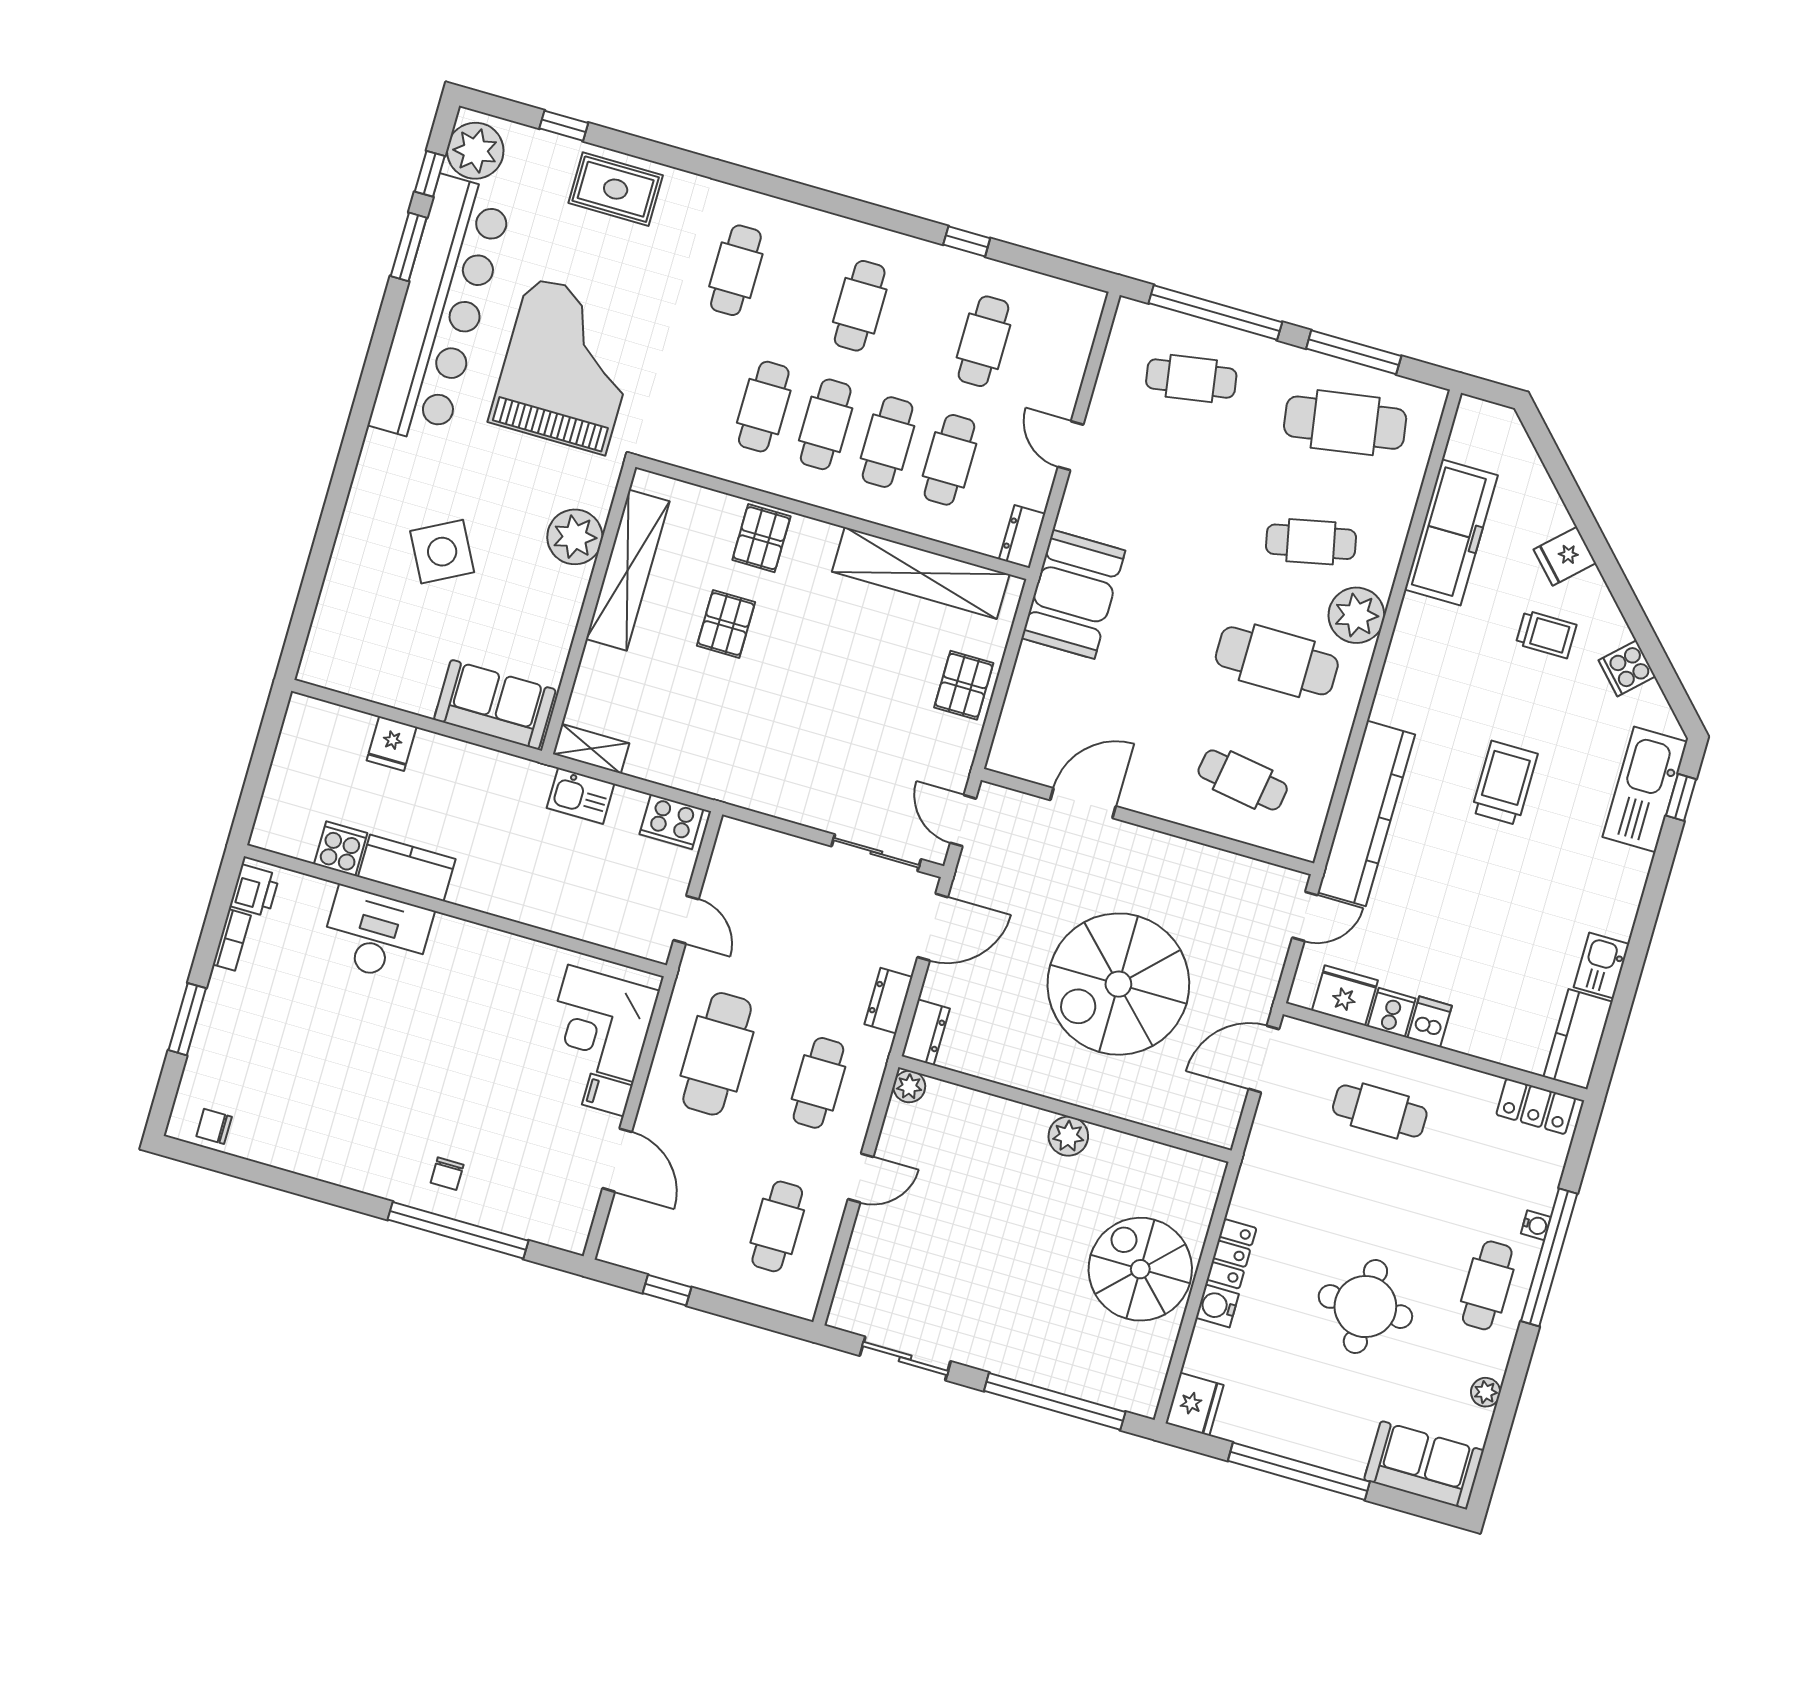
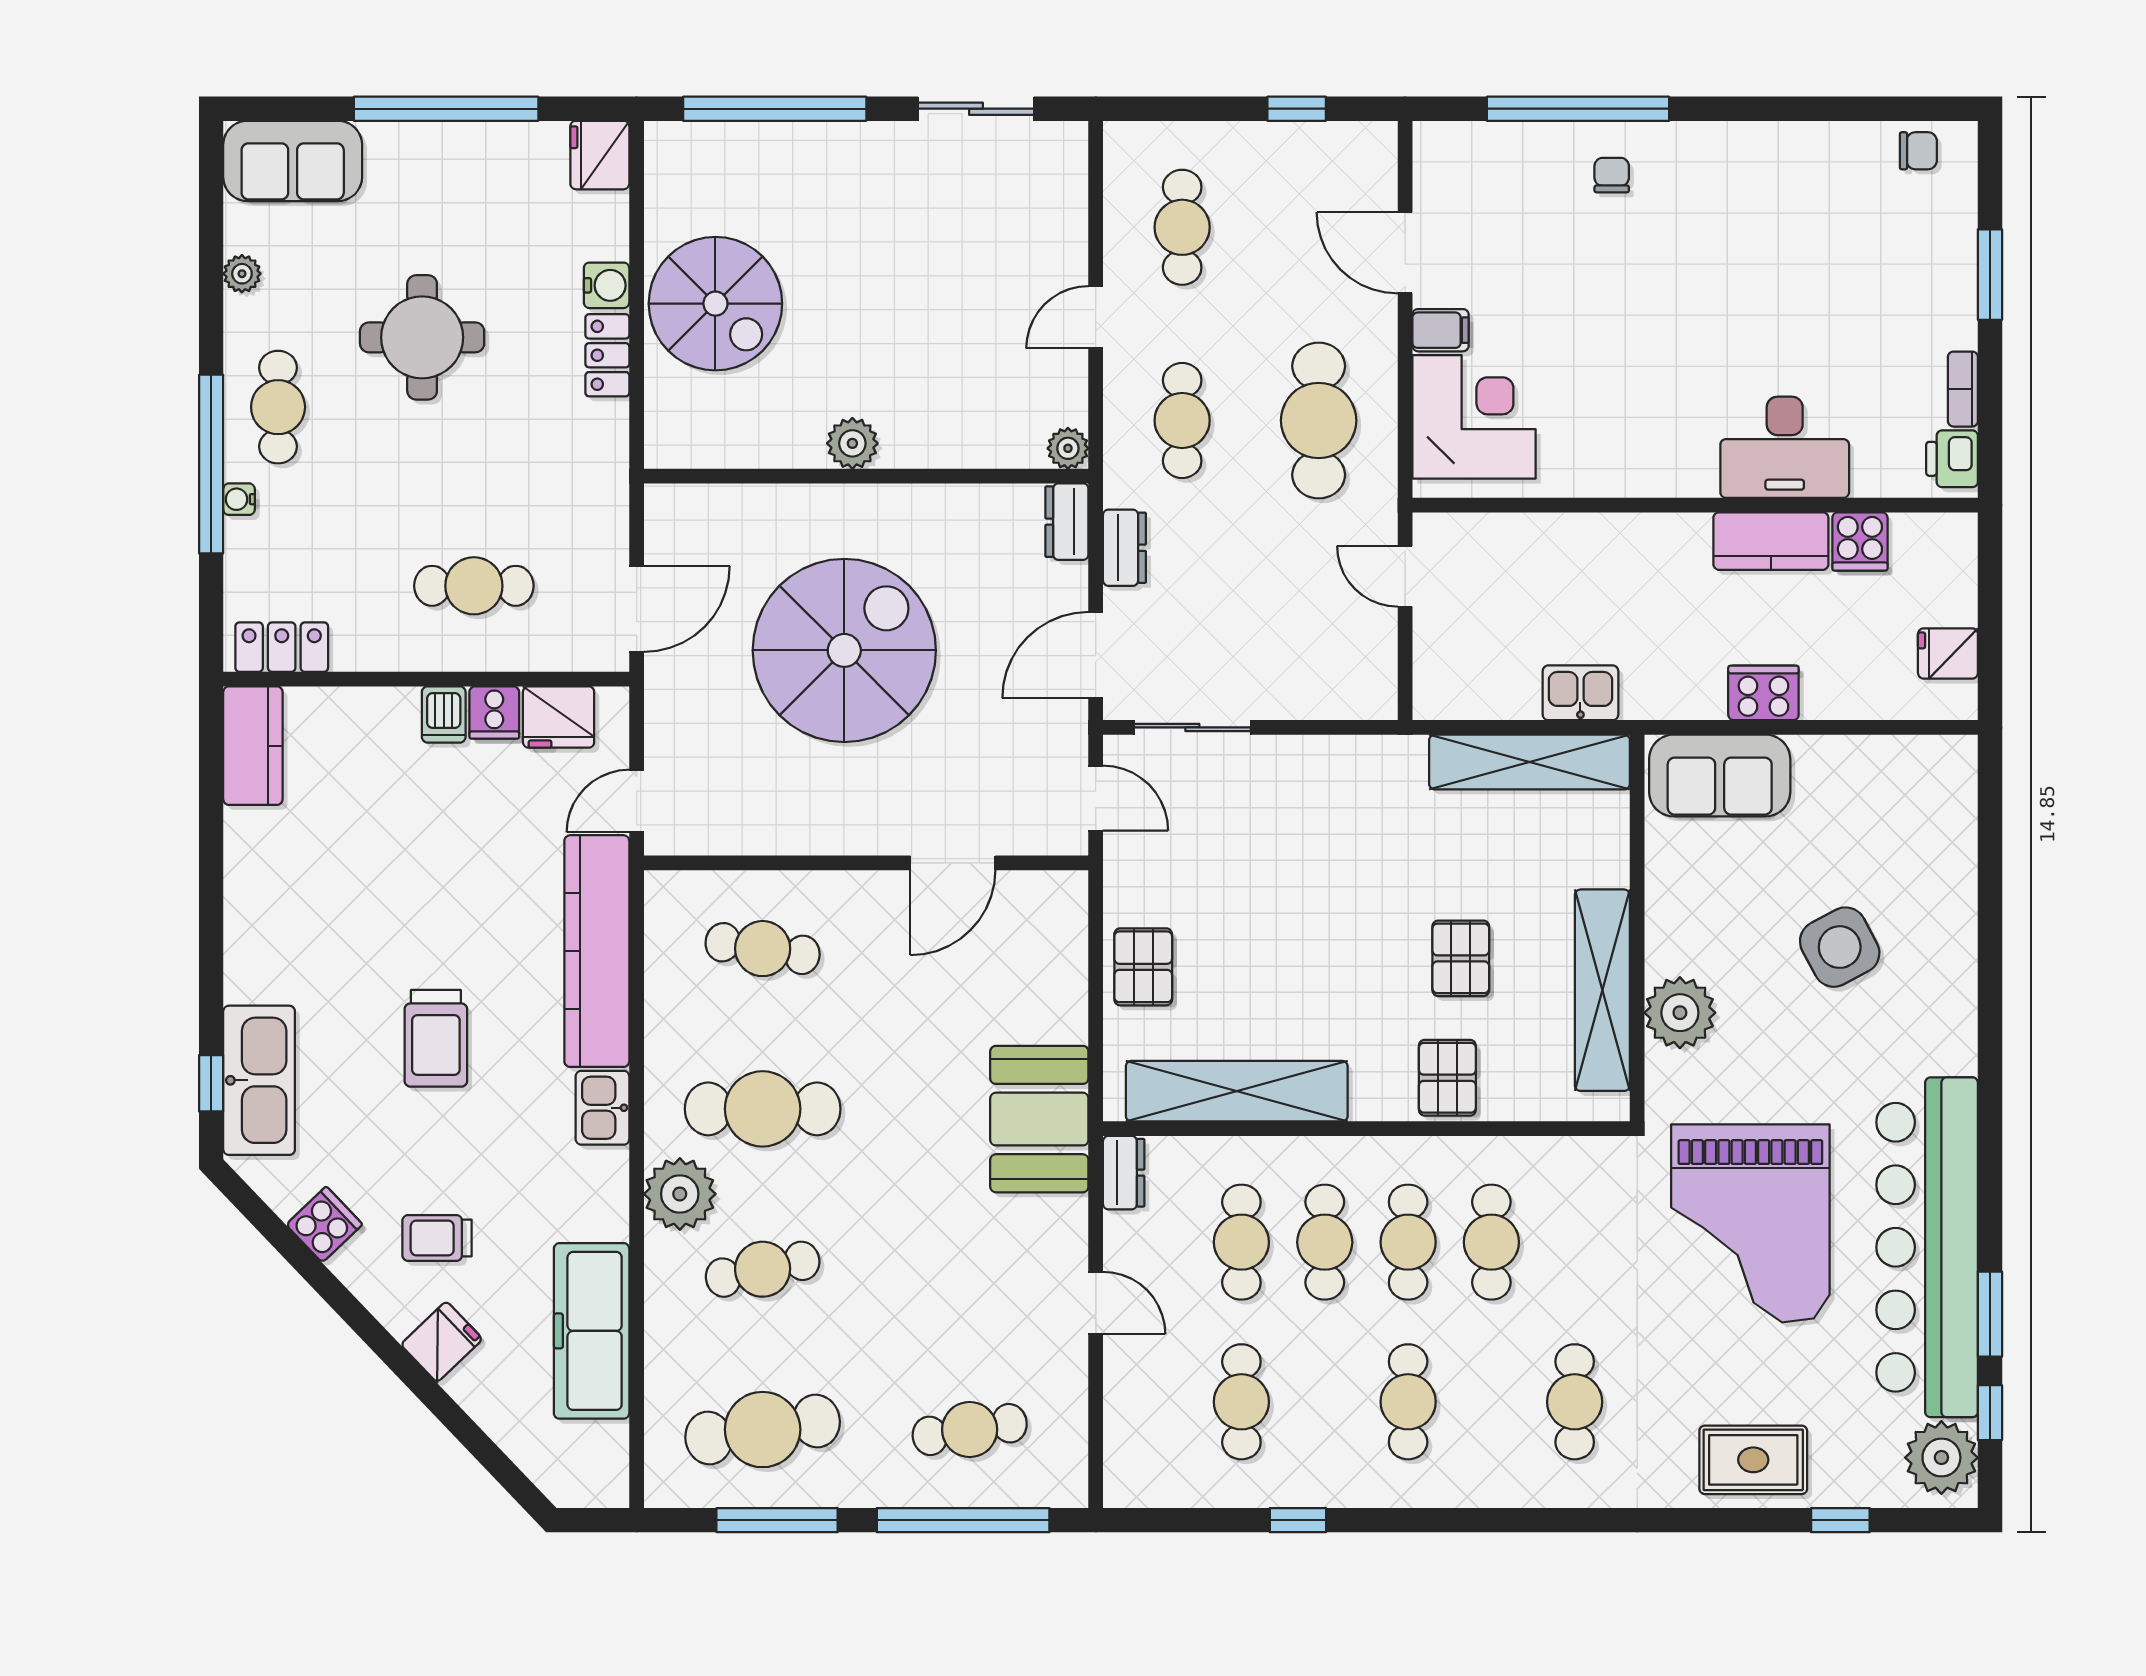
fridge: (392, 744) -> (1948, 653), moved, turned -90
shelving: (591, 749) -> (1530, 762), width x2.20, depth x1.33
cooker: (671, 822) -> (1763, 693), moved
kitchen sink: (1601, 966) -> (602, 1108), moved, turned 180

